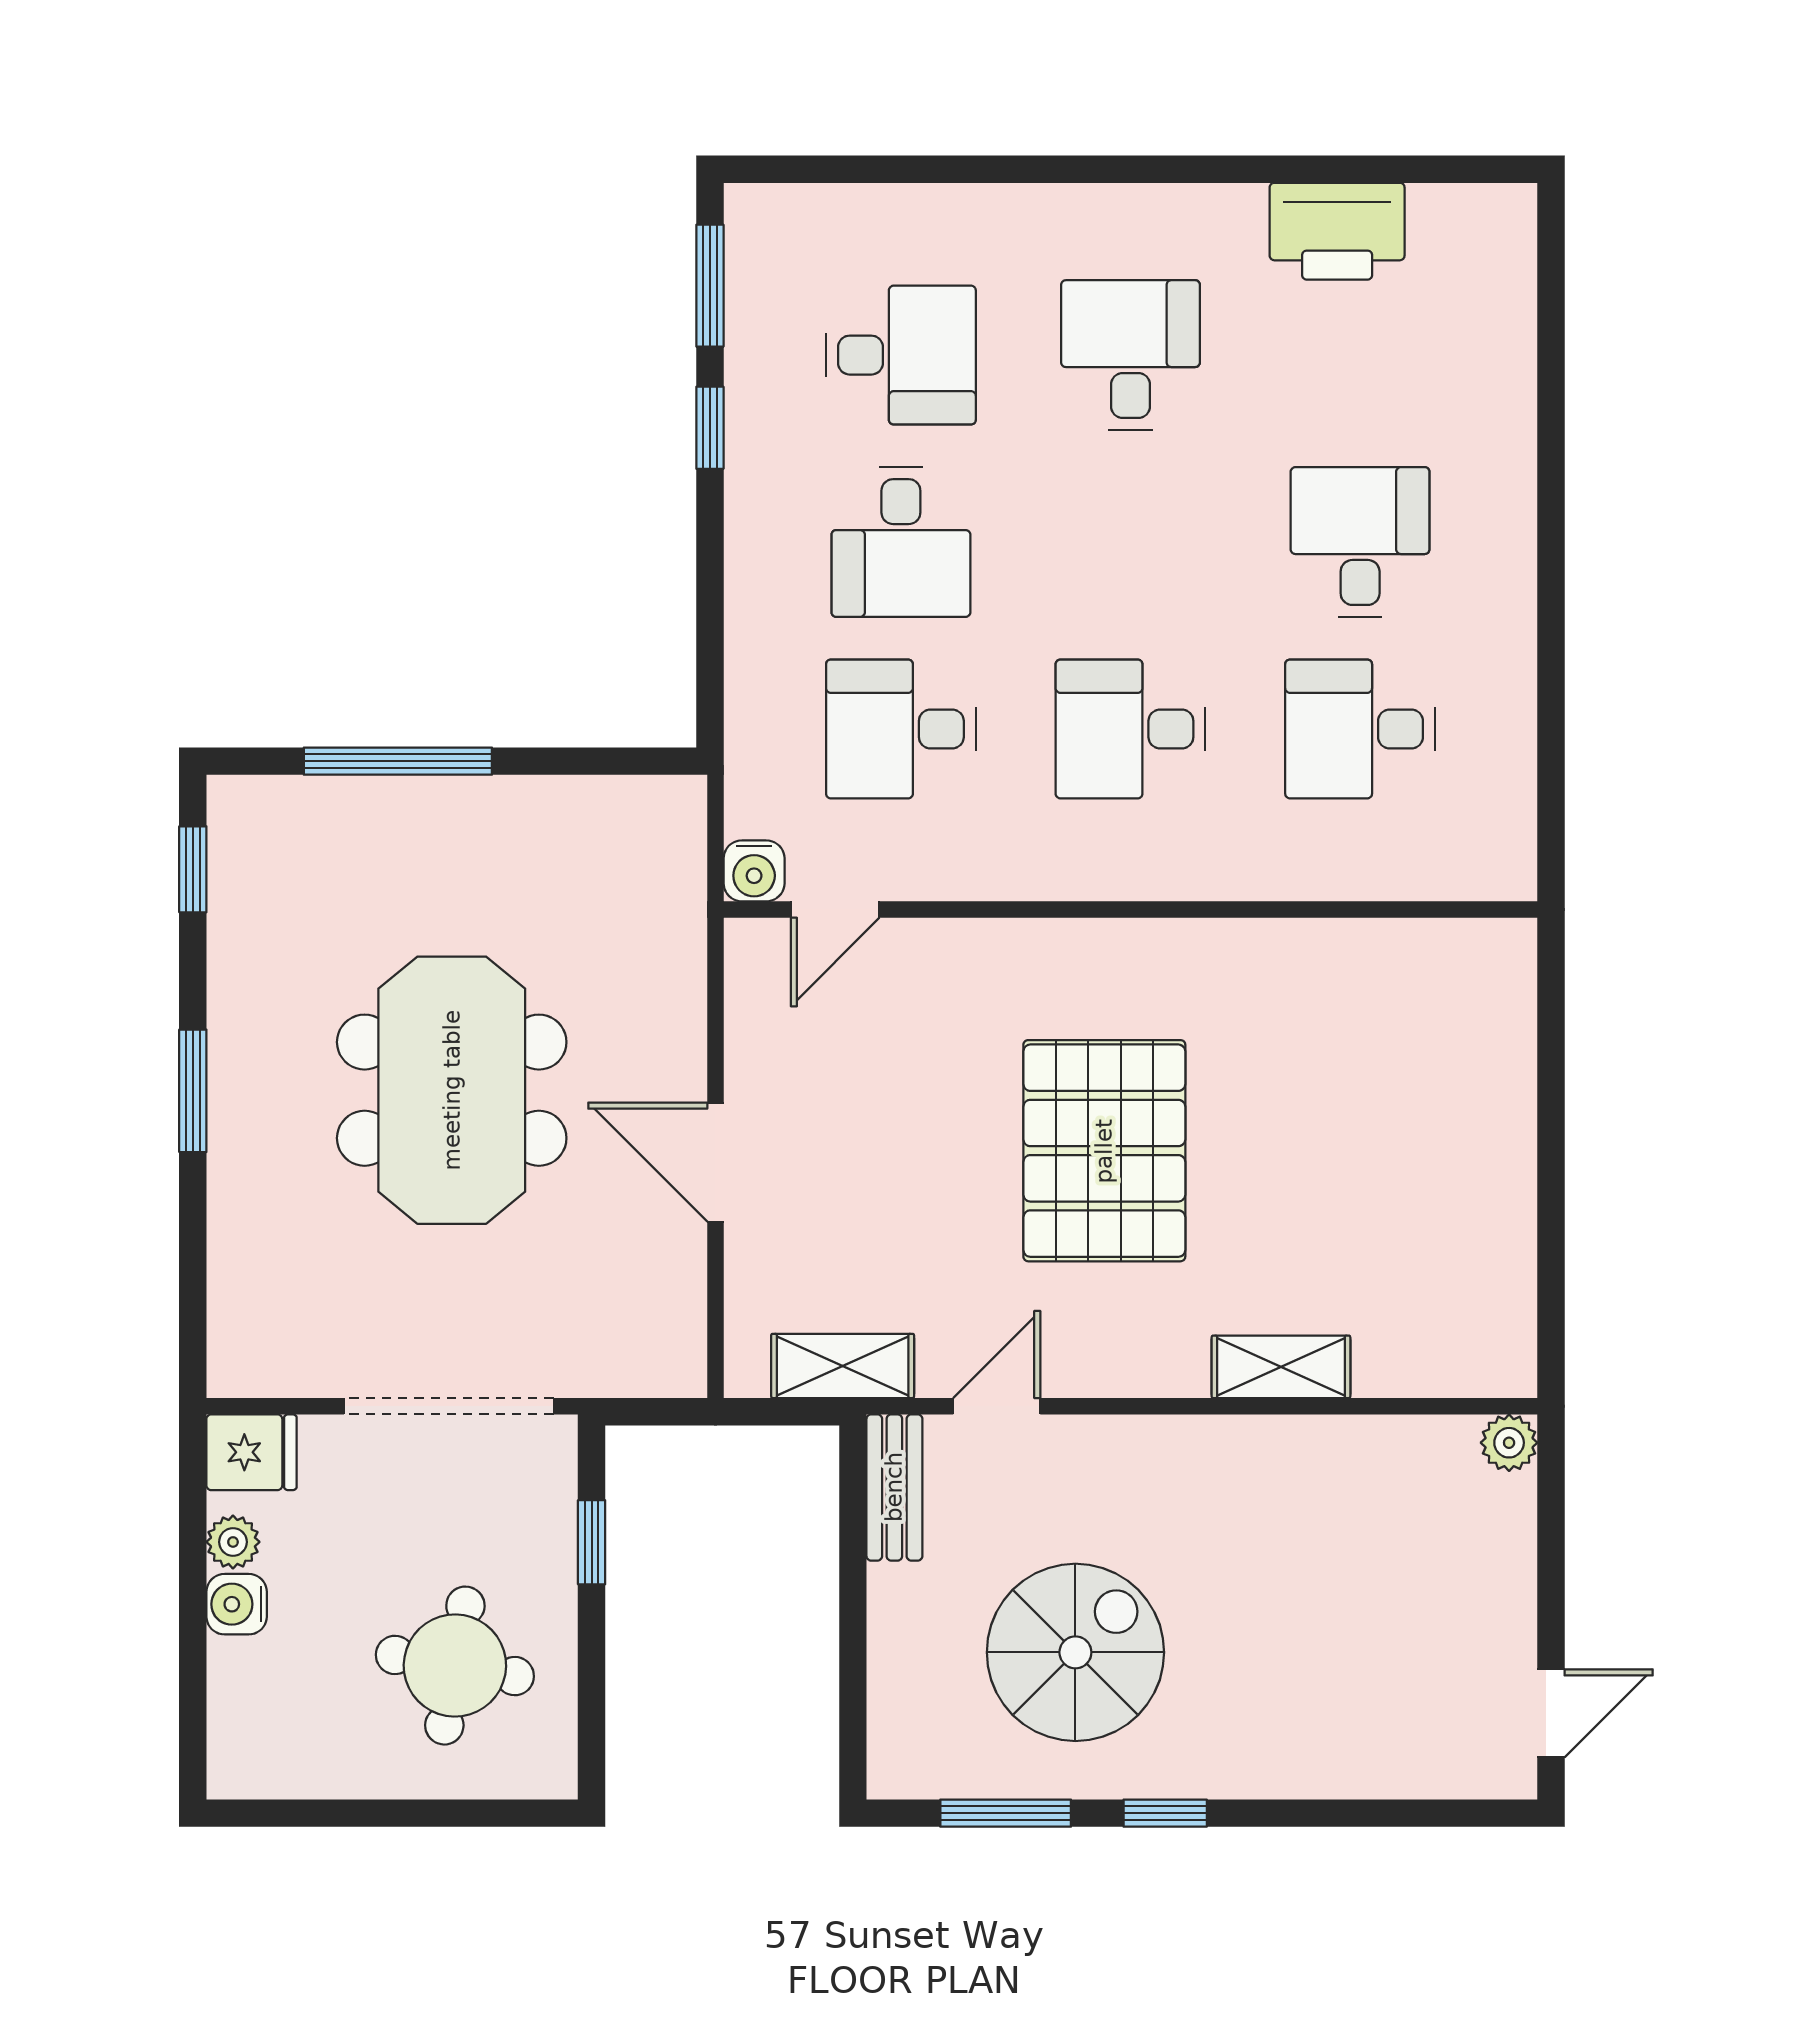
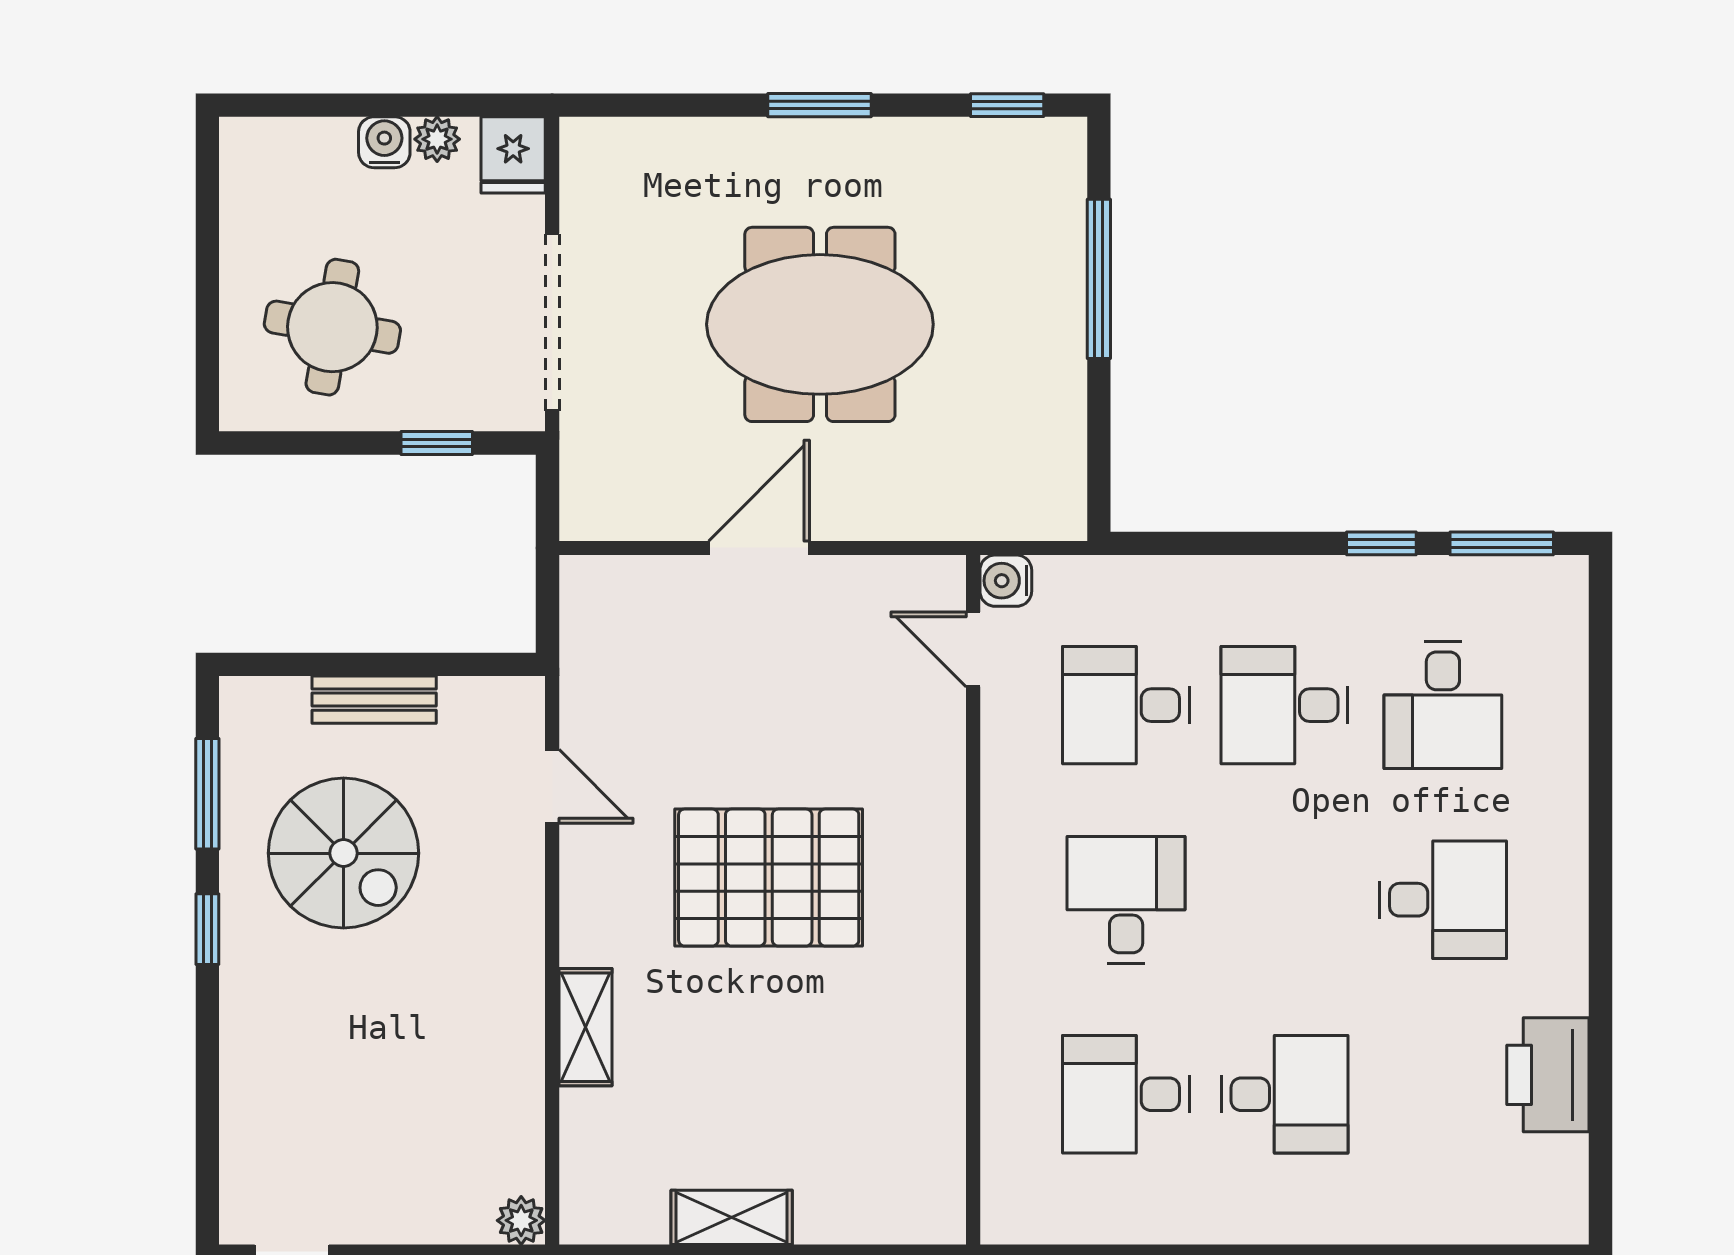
desk: (901, 729) -> (1126, 705), turned -90
desk: (1360, 729) -> (1126, 1094), turned -90
shelving: (843, 1366) -> (732, 1217), moved, turned 90
bench: (894, 1487) -> (374, 700), moved

